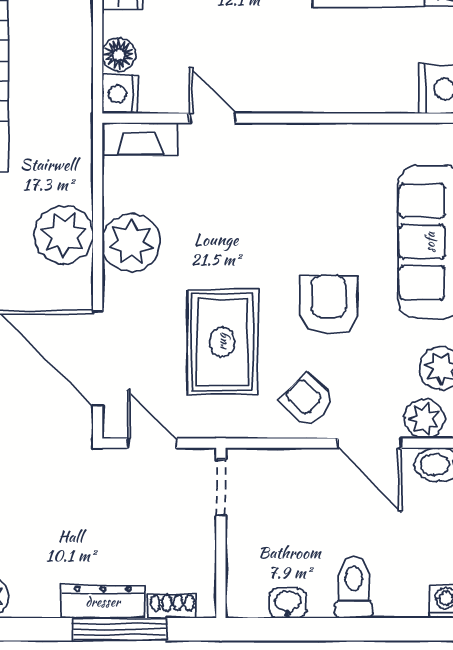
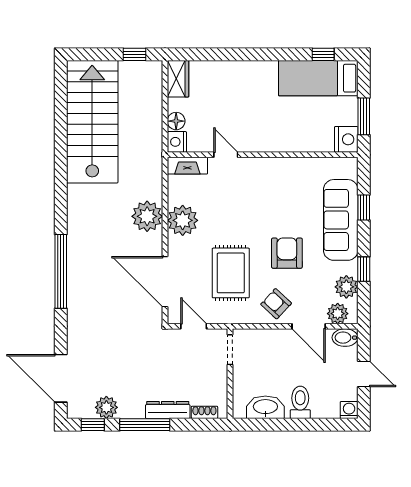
washbasin: (288, 603) -> (265, 407), width x1.91, depth x1.45
window: (120, 629) -> (145, 425), moved

